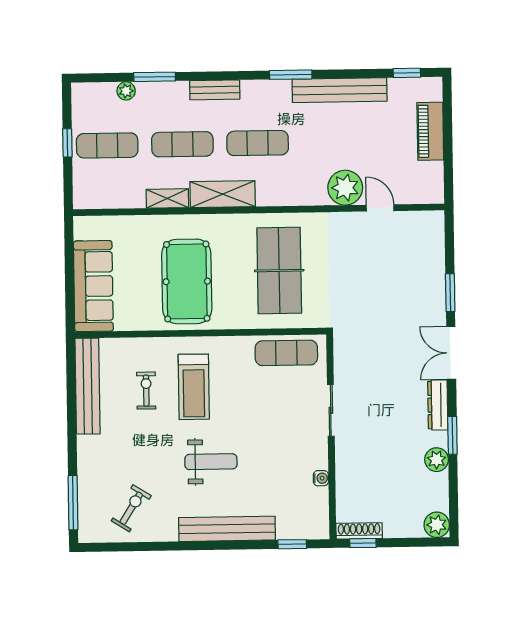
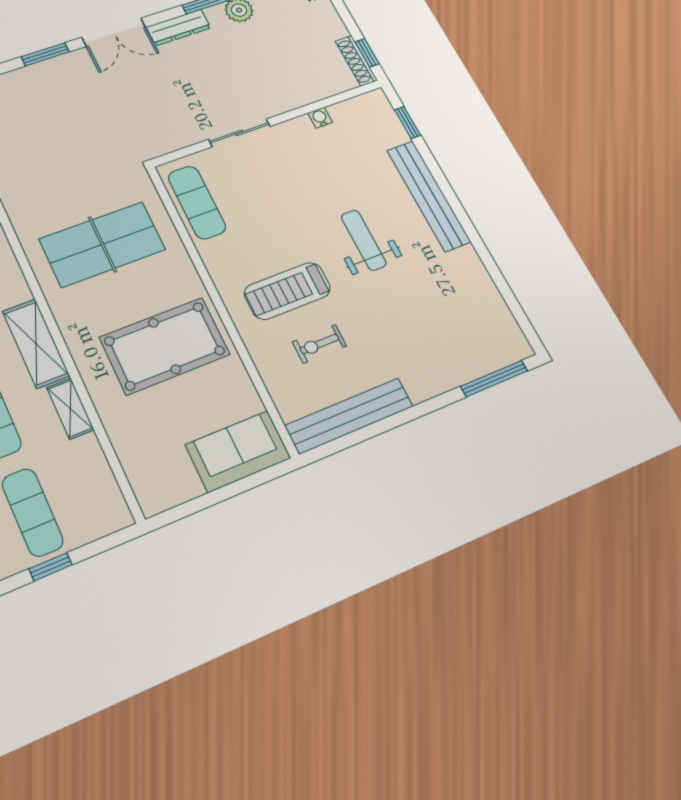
sofa: (93, 286) -> (238, 451), width x0.73
treadmill: (194, 387) -> (287, 291), turned 180
exercise bike: (131, 508) -> (464, 309), removed

